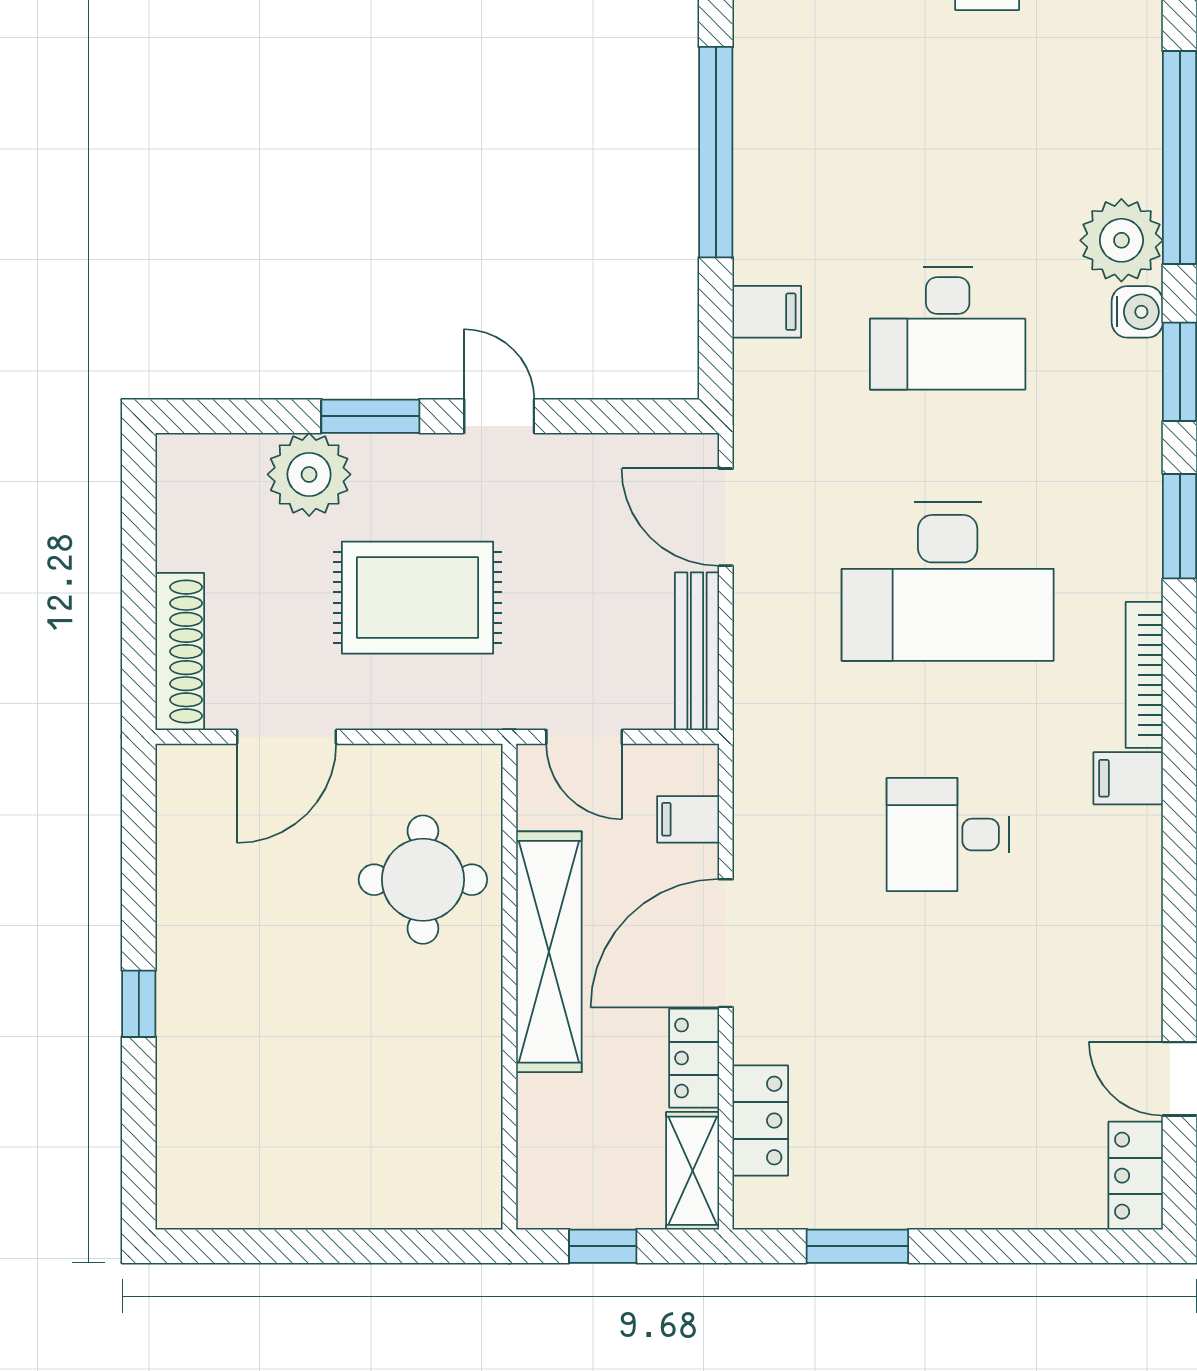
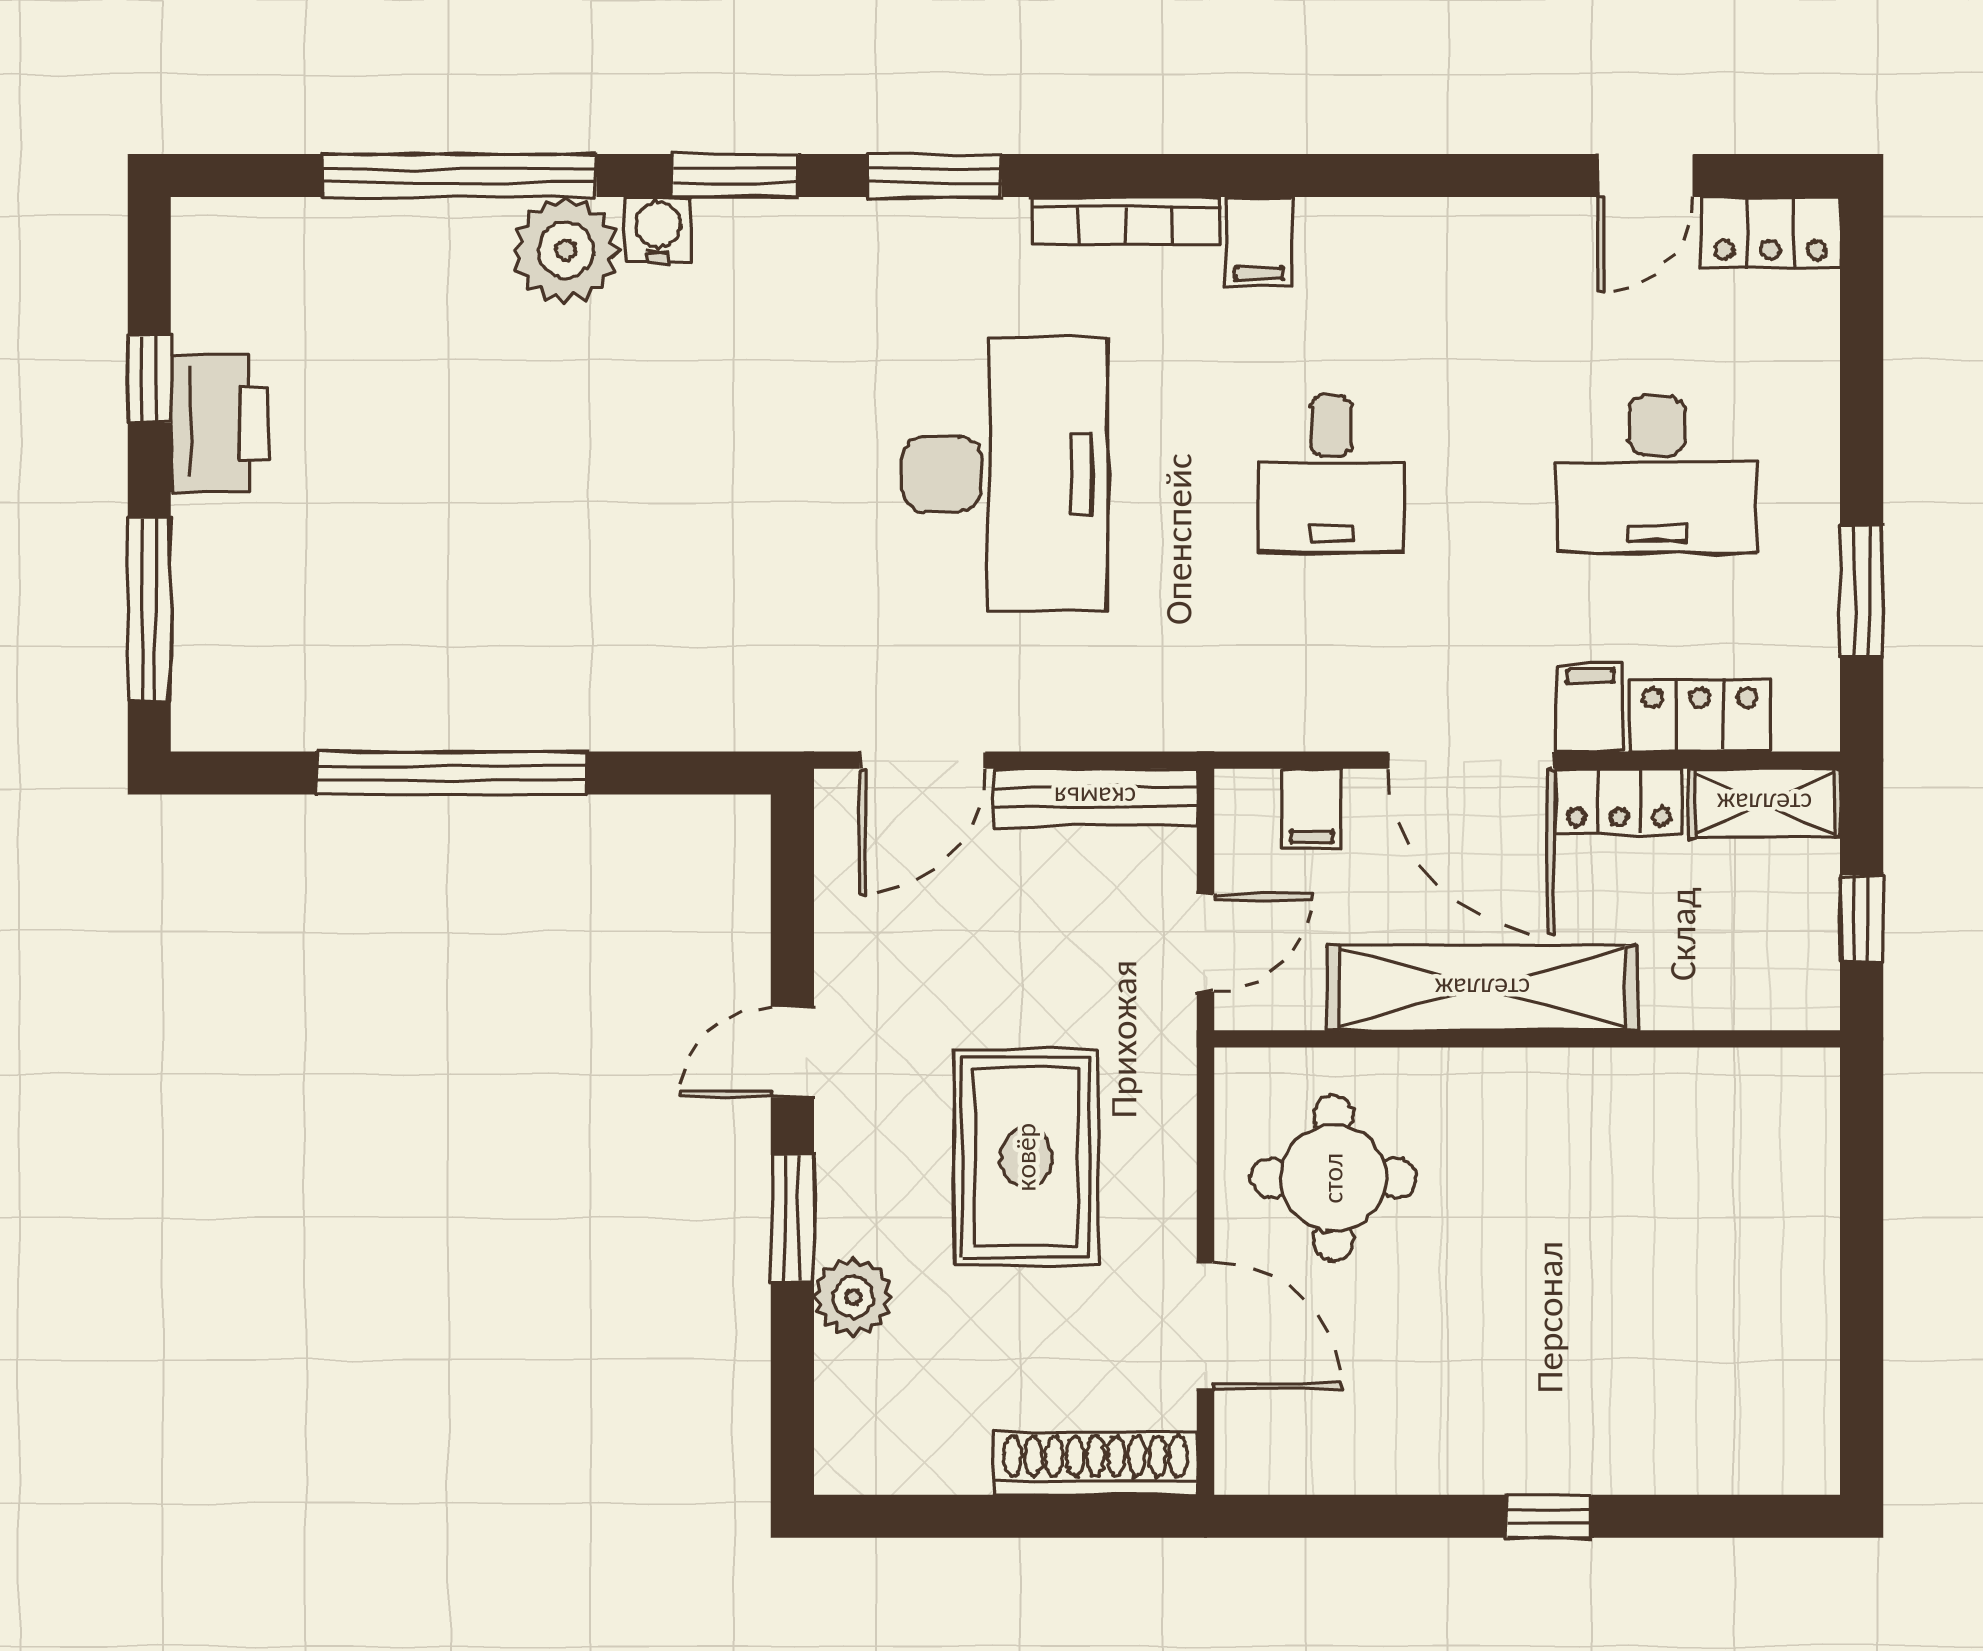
filing cabinet: (767, 312) -> (1590, 707), moved
desk: (948, 329) -> (1657, 474), moved, turned 90
plant: (309, 474) -> (853, 1297), width x0.73, depth x0.73
round table: (423, 880) -> (1333, 1178), moved

